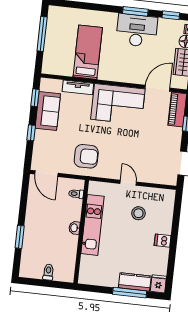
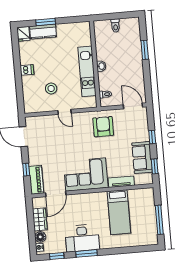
armchair: (86, 156) -> (103, 127), turned 90
window: (130, 293) -> (46, 22), width x0.69

